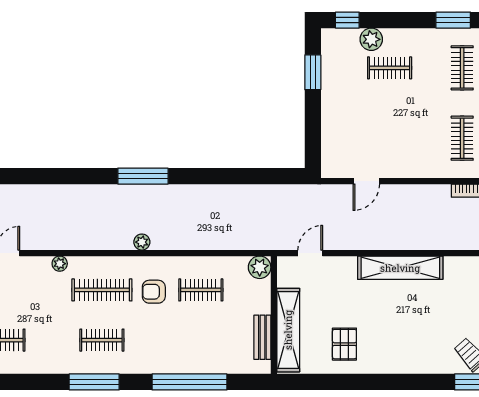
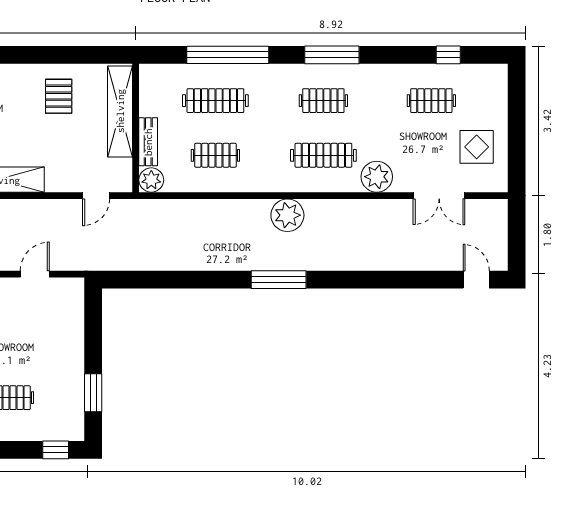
plant: (371, 39) -> (29, 429), removed
plant: (142, 242) -> (287, 215), width x1.87, depth x1.87
plant: (60, 264) -> (377, 177), width x1.88, depth x1.88
armchair: (154, 292) -> (267, 153), removed
bench: (262, 337) -> (148, 142), moved
clothes rail: (201, 340) -> (215, 101), added

